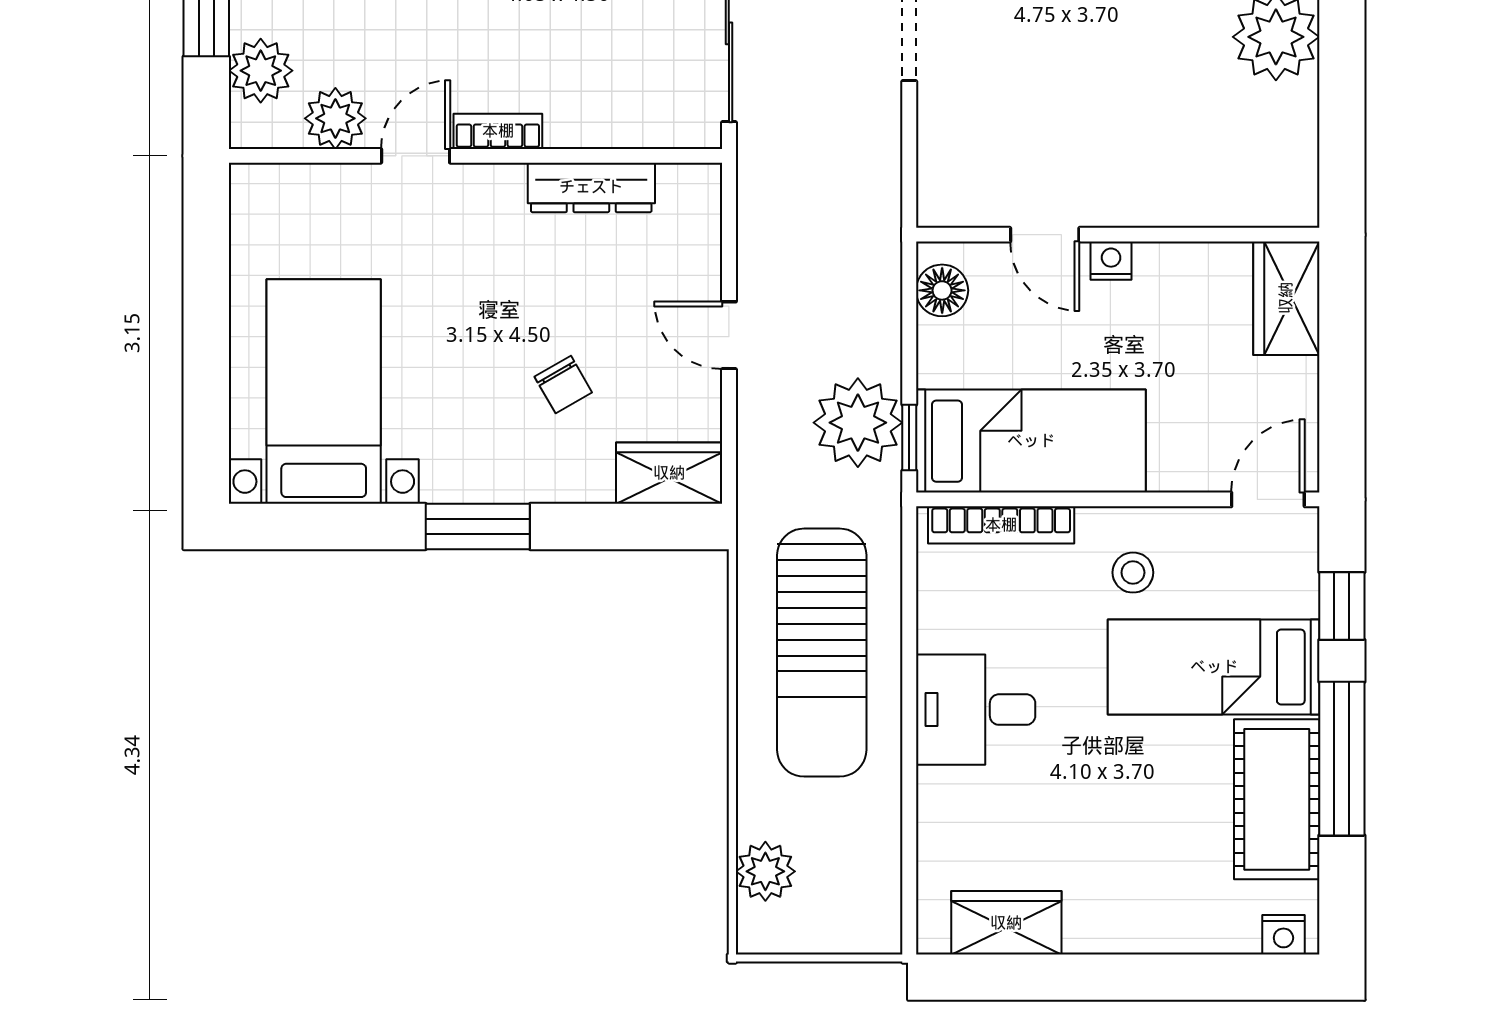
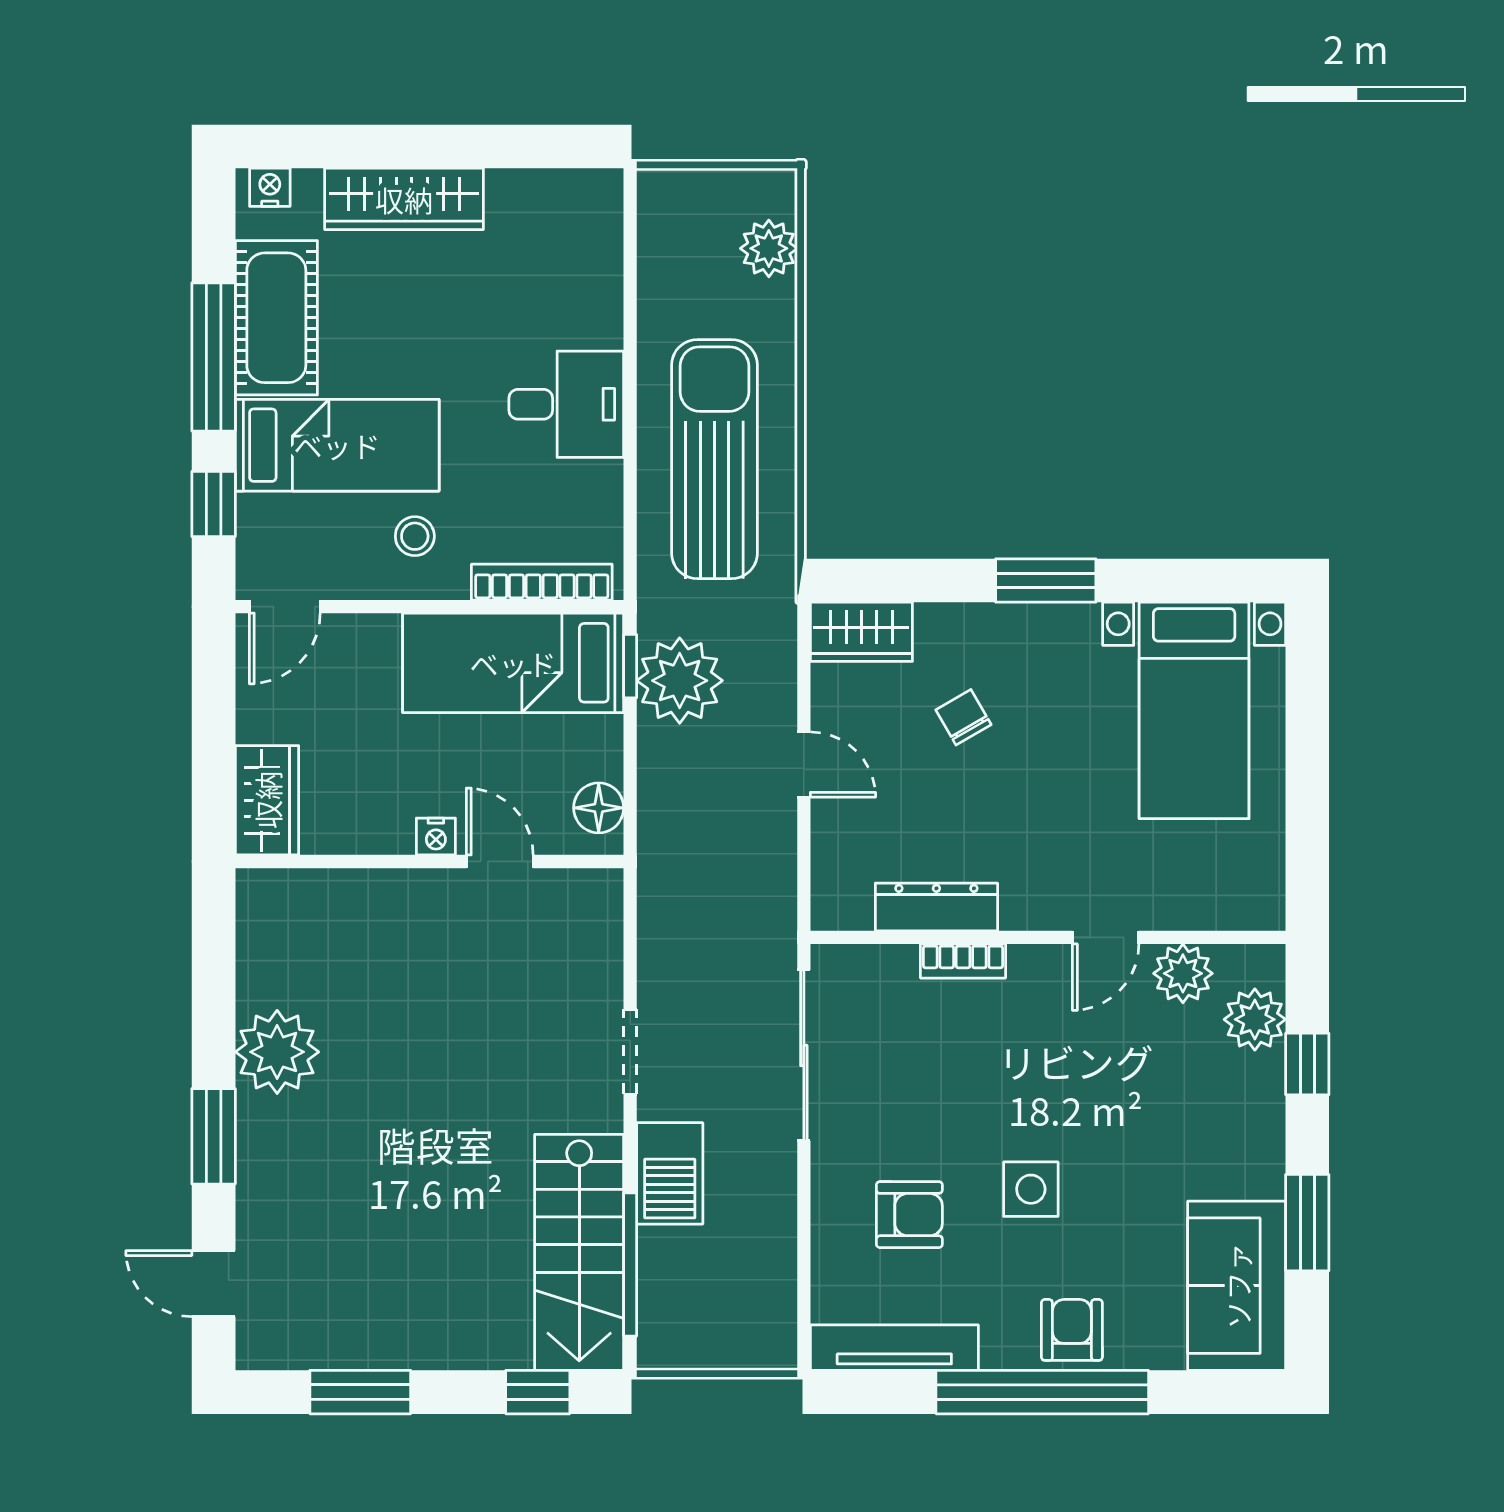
bookcase: (498, 131) -> (963, 961), moved
wardrobe: (1006, 923) -> (404, 199), moved, width x1.50

